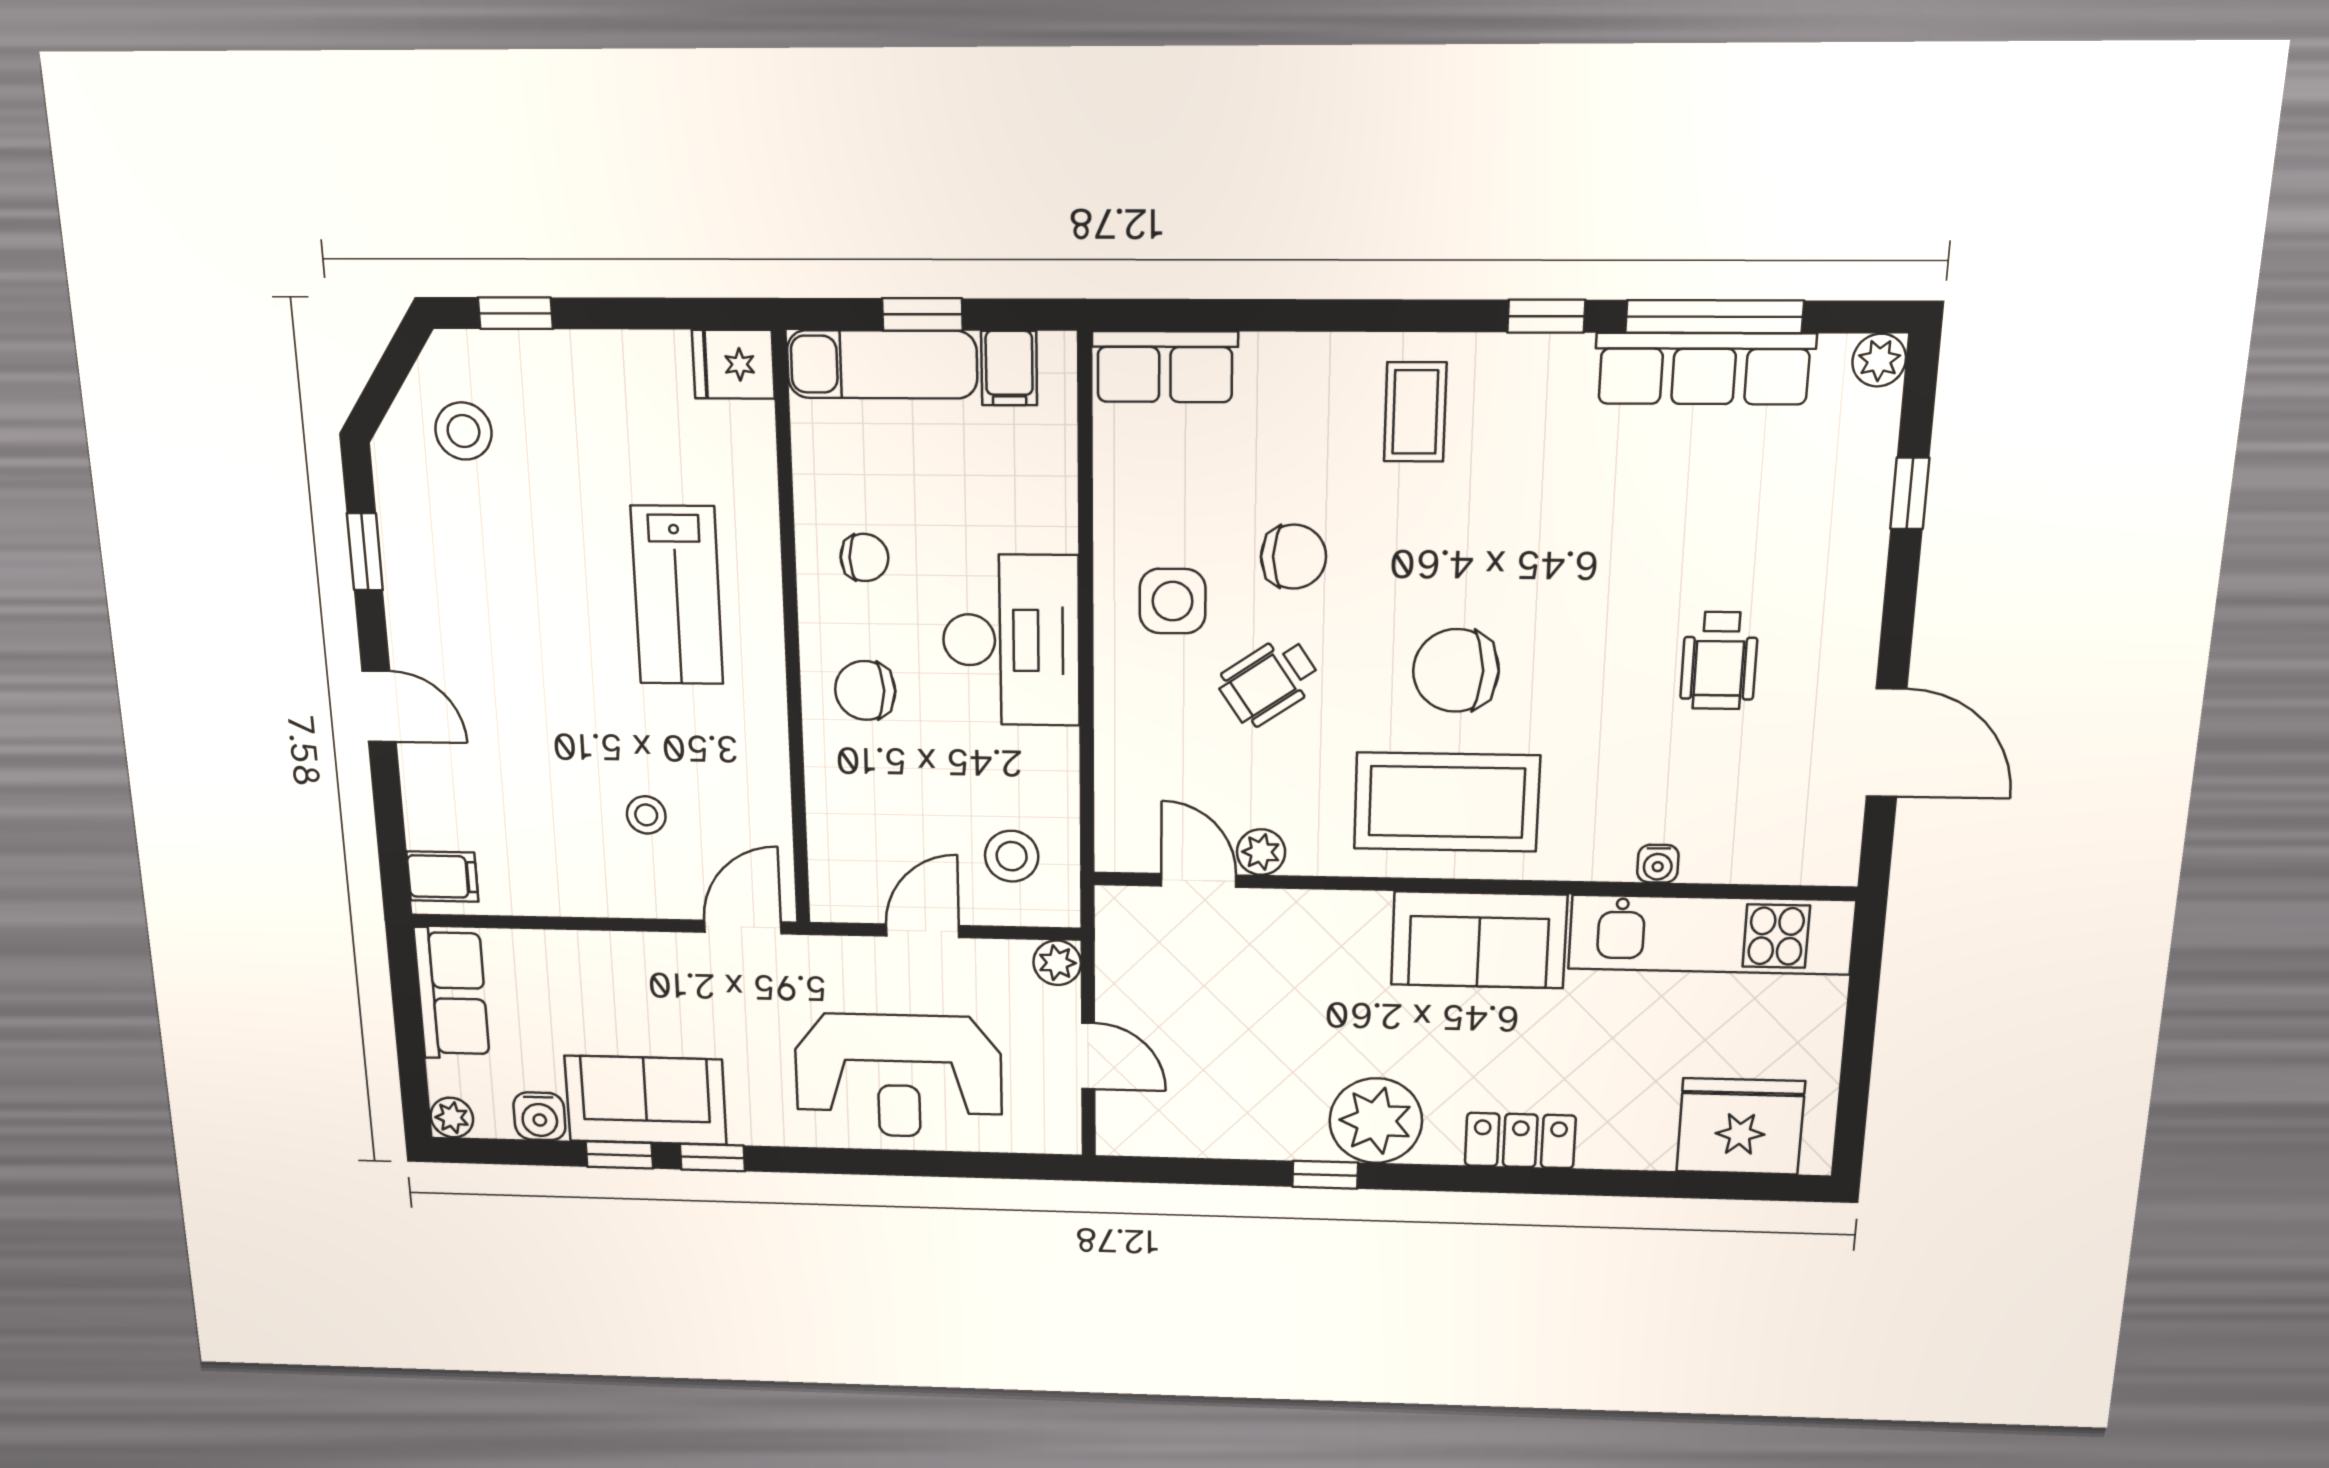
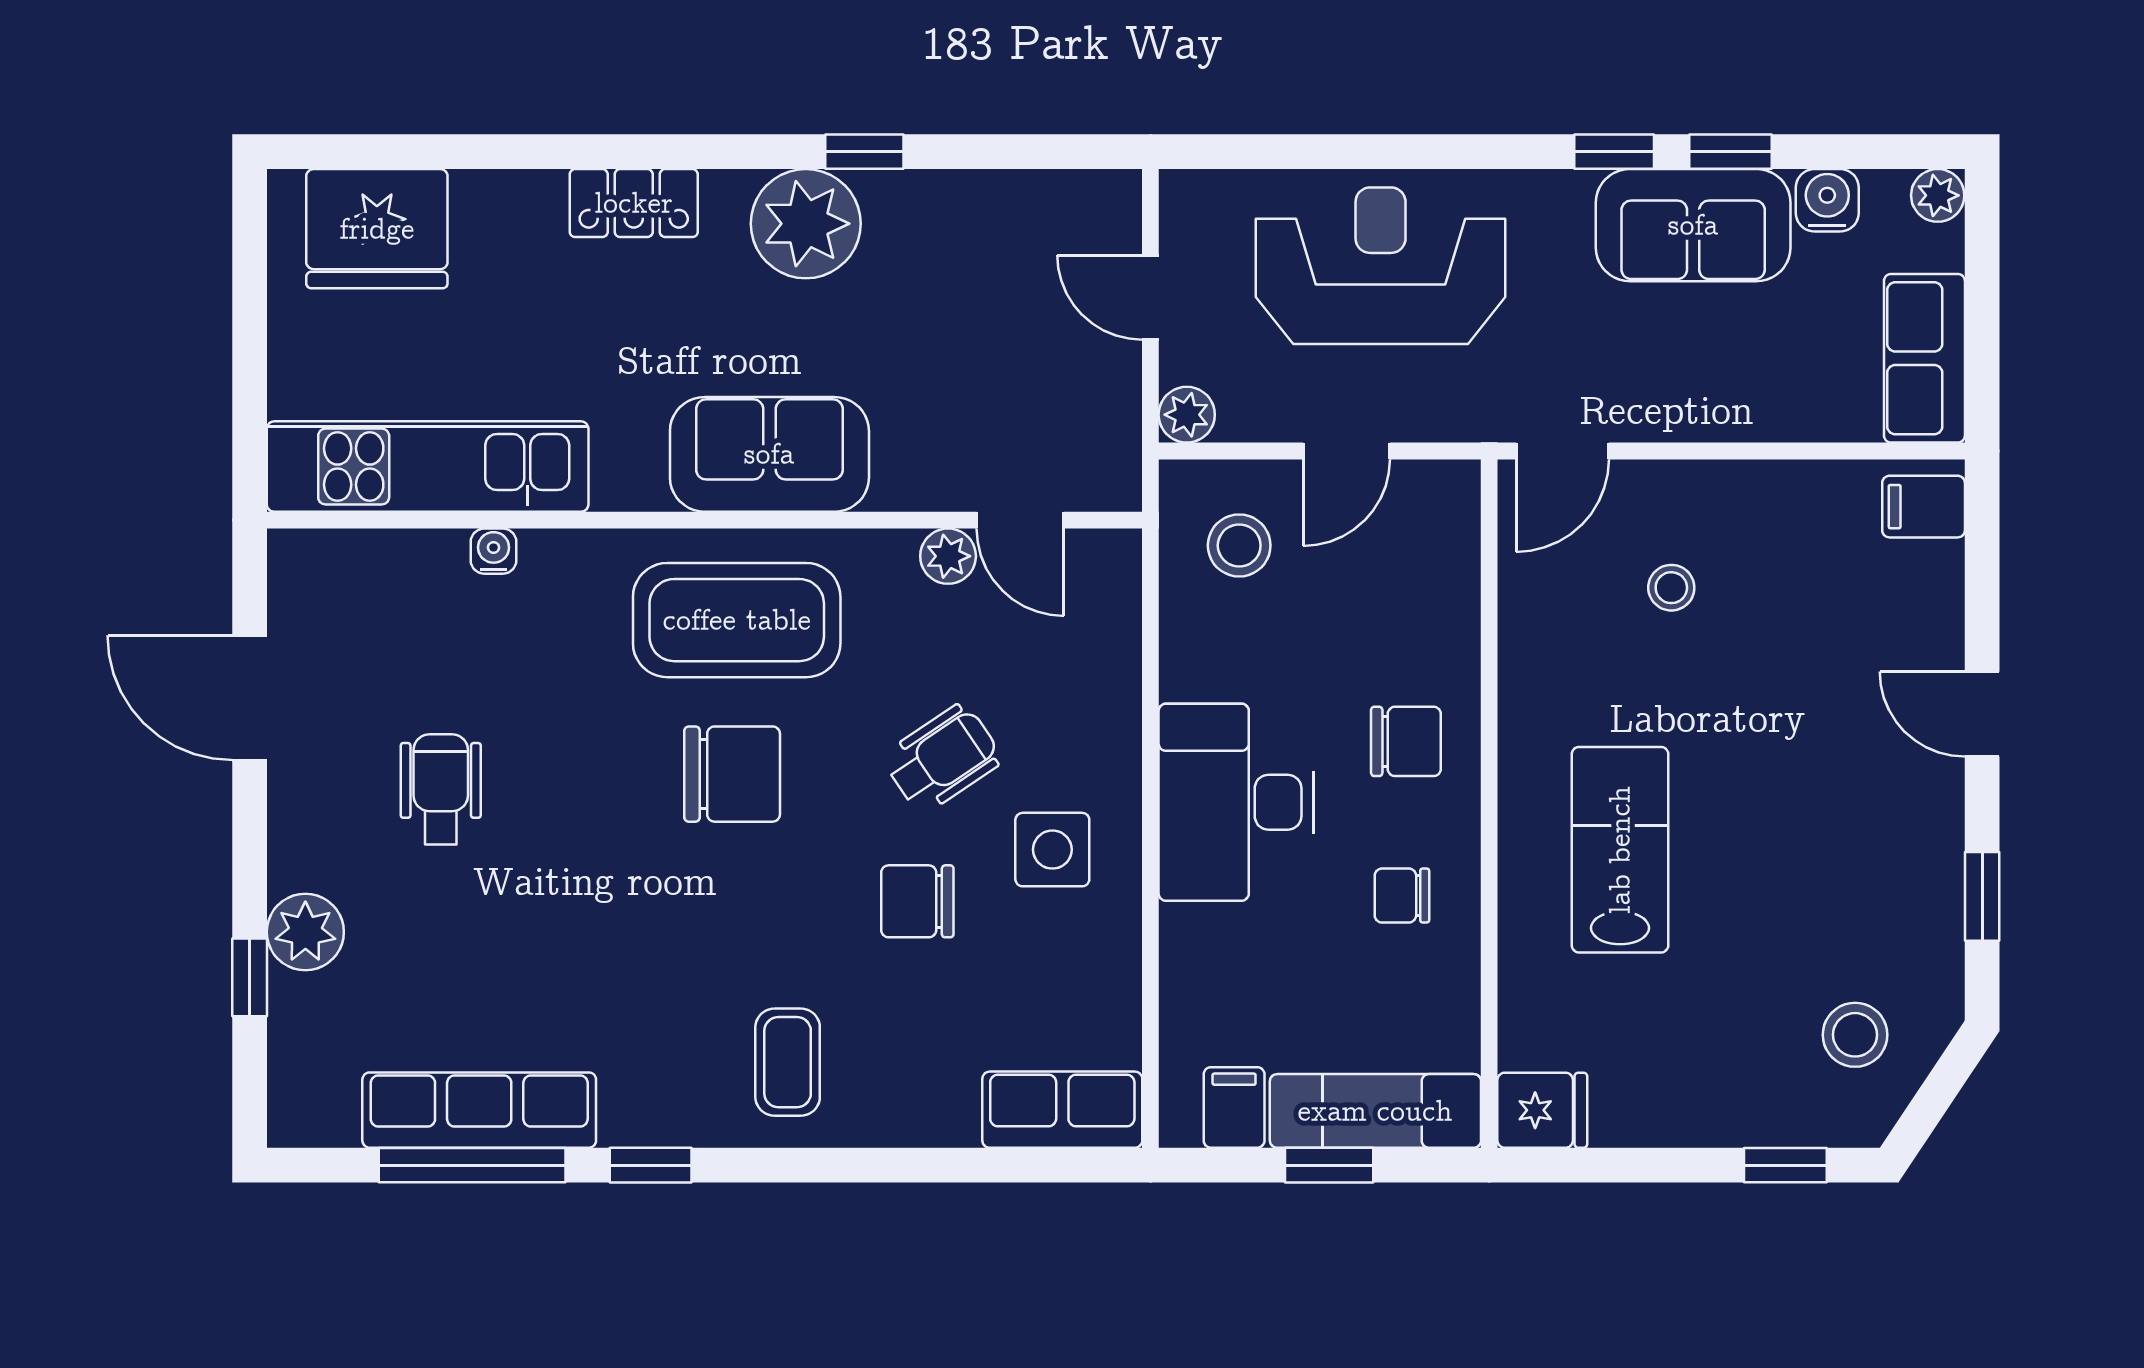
plant: (1879, 360) -> (305, 932), moved, width x1.38, depth x1.38
sofa: (1479, 940) -> (769, 454), moved

